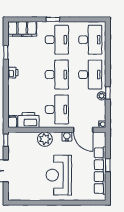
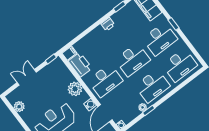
plant: (25, 195) -> (19, 107), added

